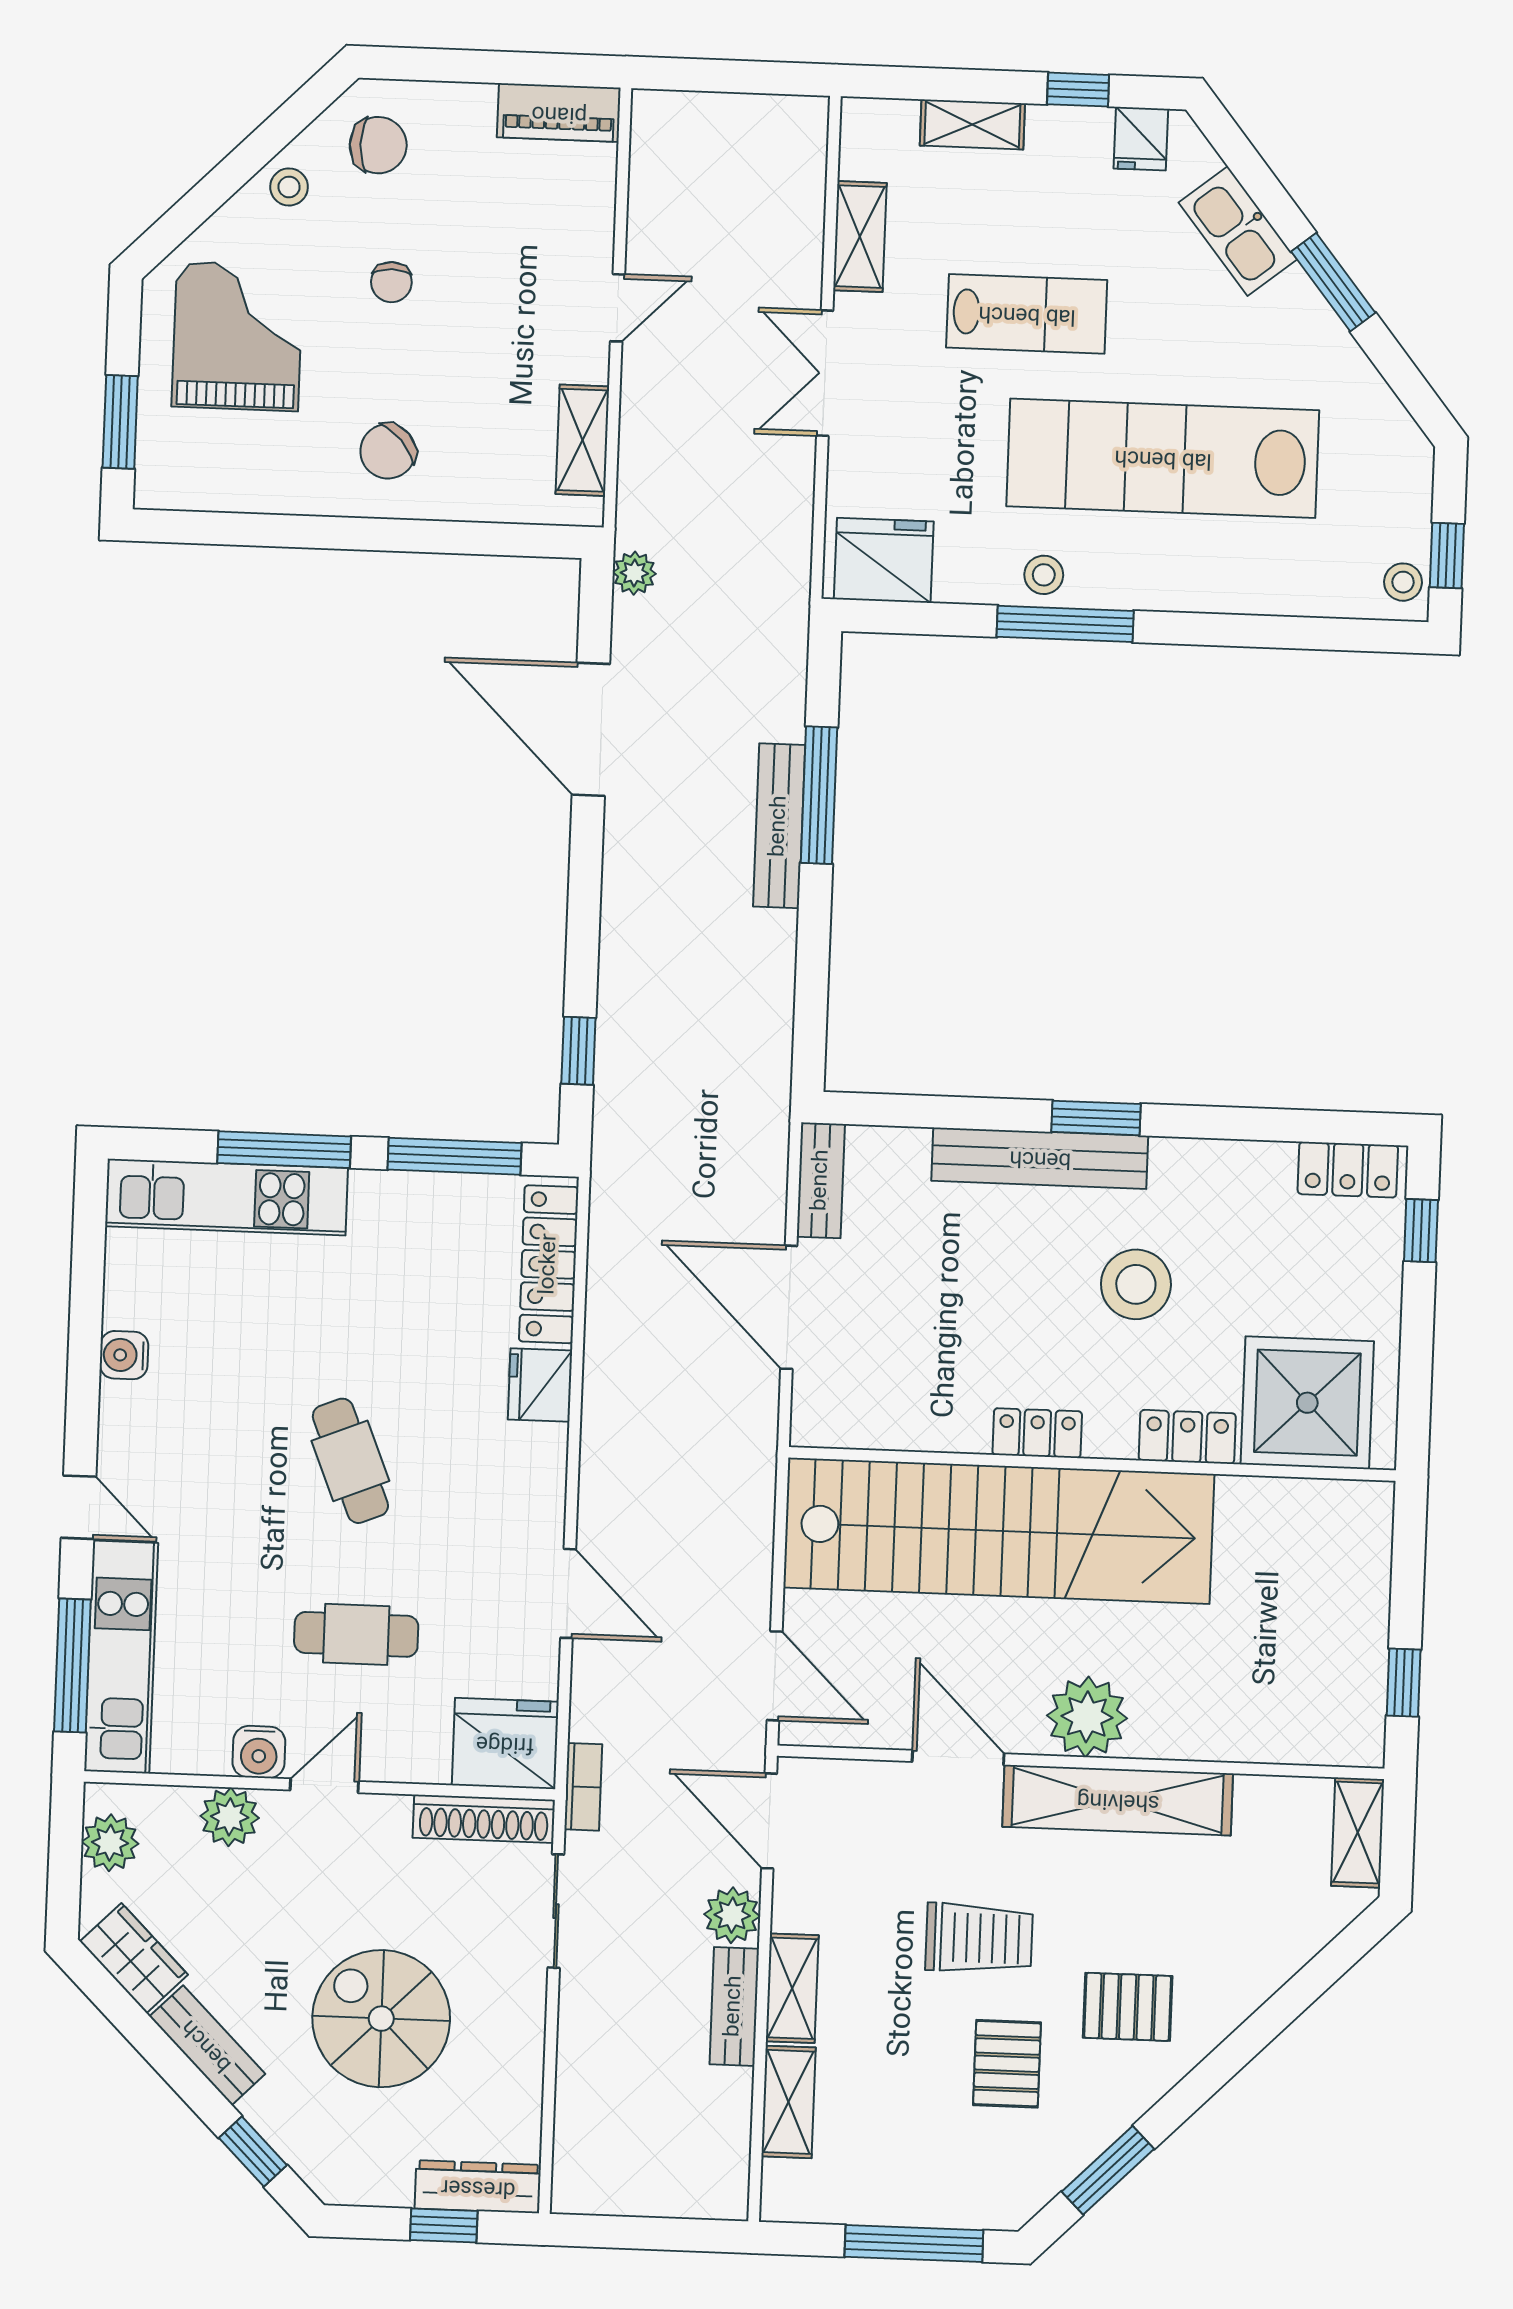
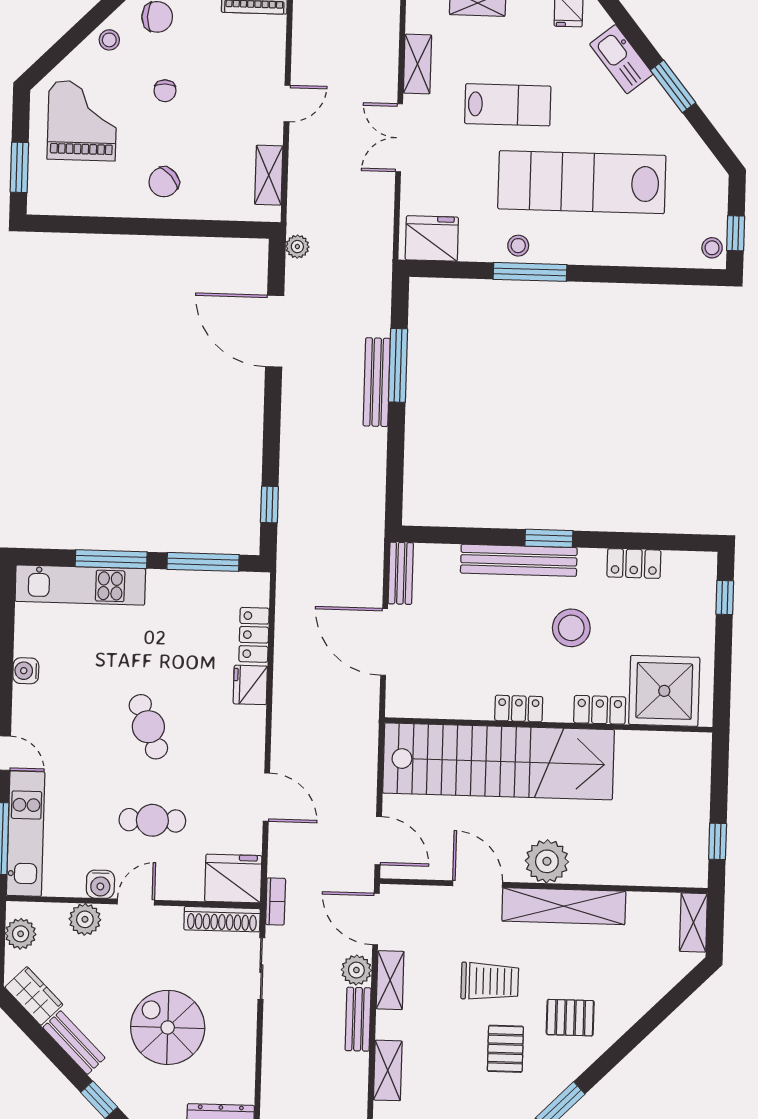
locker: (1348, 1170) -> (634, 563), moved
locker: (549, 1264) -> (254, 635), width x0.66
shelving: (792, 1988) -> (390, 980), moved

